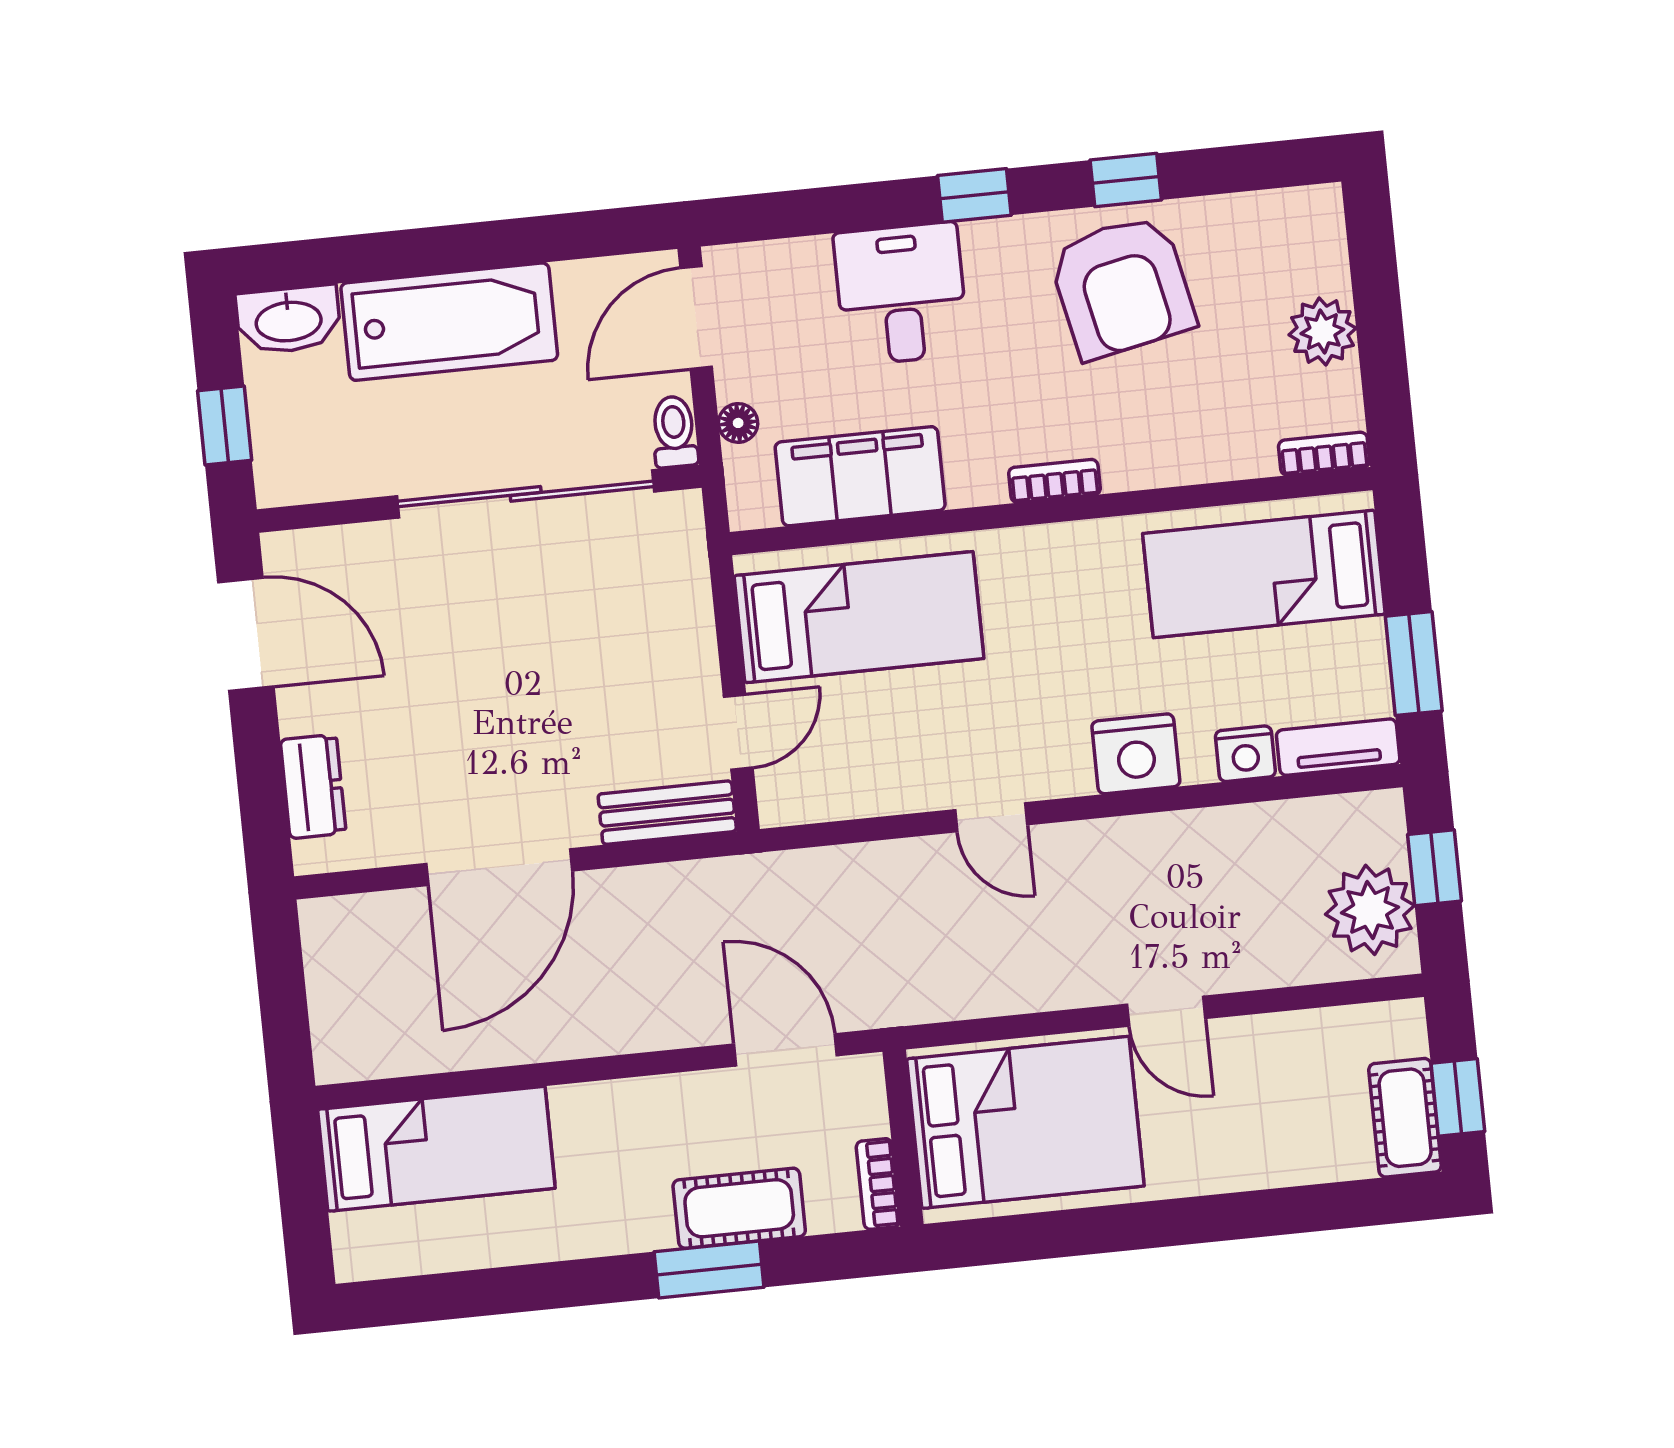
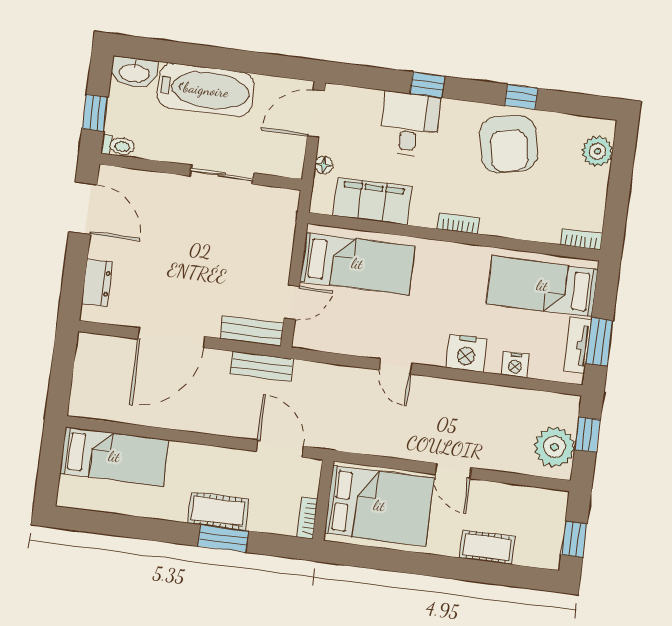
window: (974, 195) -> (427, 85), moved
plant: (1322, 332) -> (597, 151), moved
toilet: (674, 432) -> (118, 146), moved, turned 90
sliding door: (526, 494) -> (222, 174), width x0.54
tv unit: (1338, 747) -> (578, 345), moved, turned -90
bench: (706, 884) -> (262, 367), added
cot: (1405, 1118) -> (487, 547), moved, turned 90
cot: (739, 1208) -> (218, 511), moved

